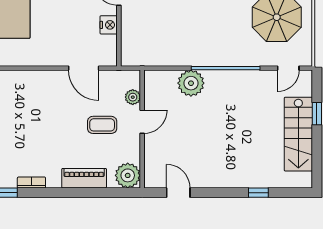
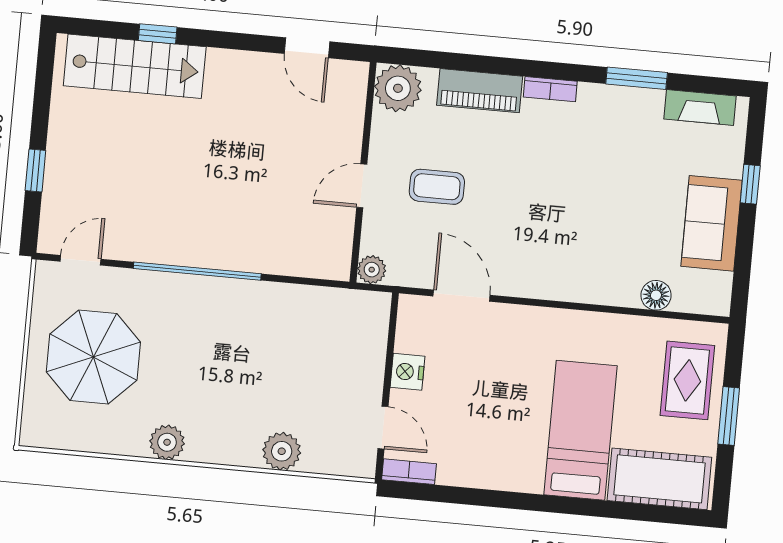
plant: (191, 83) -> (264, 249), removed
plant: (133, 97) -> (372, 270), moved
stairs: (298, 134) -> (135, 66), moved, turned 90
bookcase: (31, 183) -> (550, 89), moved

